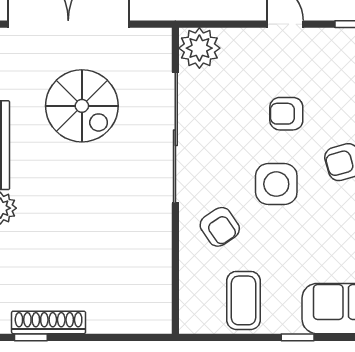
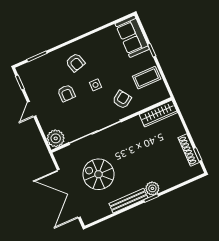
spiral stairs: (82, 106) -> (98, 174), turned -90
side table: (276, 184) -> (96, 85), width x0.54, depth x0.54
wardrobe: (156, 292) -> (158, 113), added

